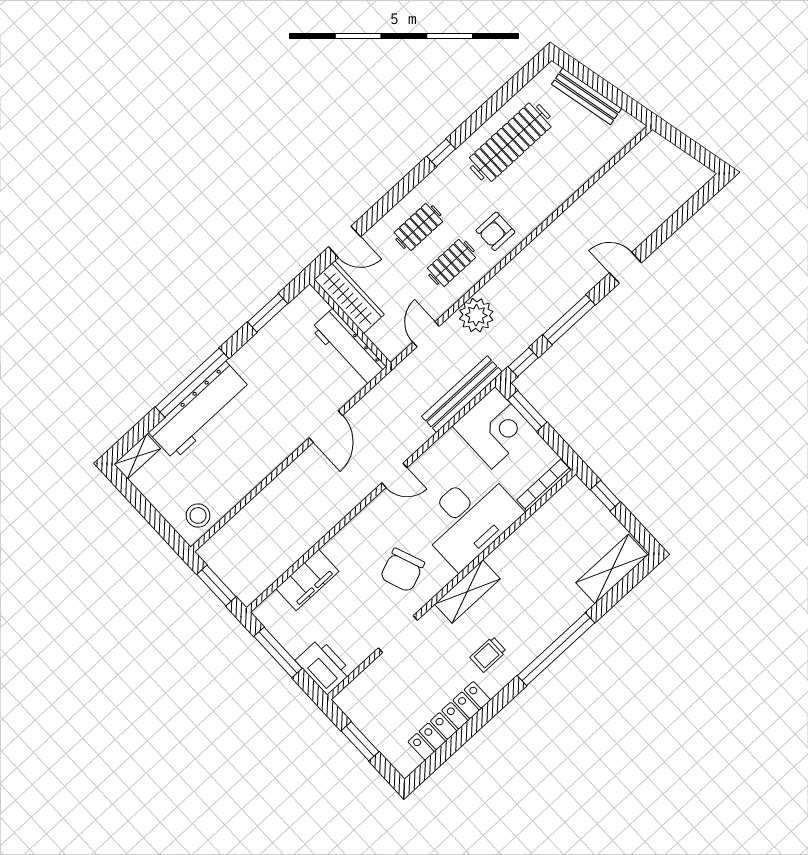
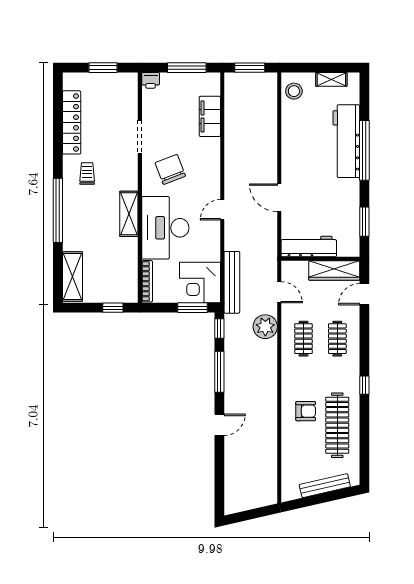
armchair: (495, 231) -> (306, 411), moved, turned 90
shelving: (137, 456) -> (331, 79), moved, turned 90
shelving: (467, 592) -> (129, 214), moved
printer: (324, 666) -> (151, 80), width x0.53, depth x0.68

